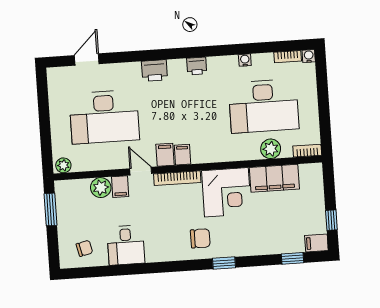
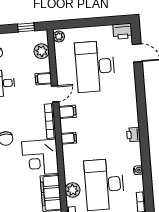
printer: (154, 71) -> (123, 31), moved, turned -90
filing cabinet: (182, 155) -> (69, 138), moved
plant: (101, 188) -> (42, 51), moved
window: (51, 209) -> (26, 27), width x0.67

